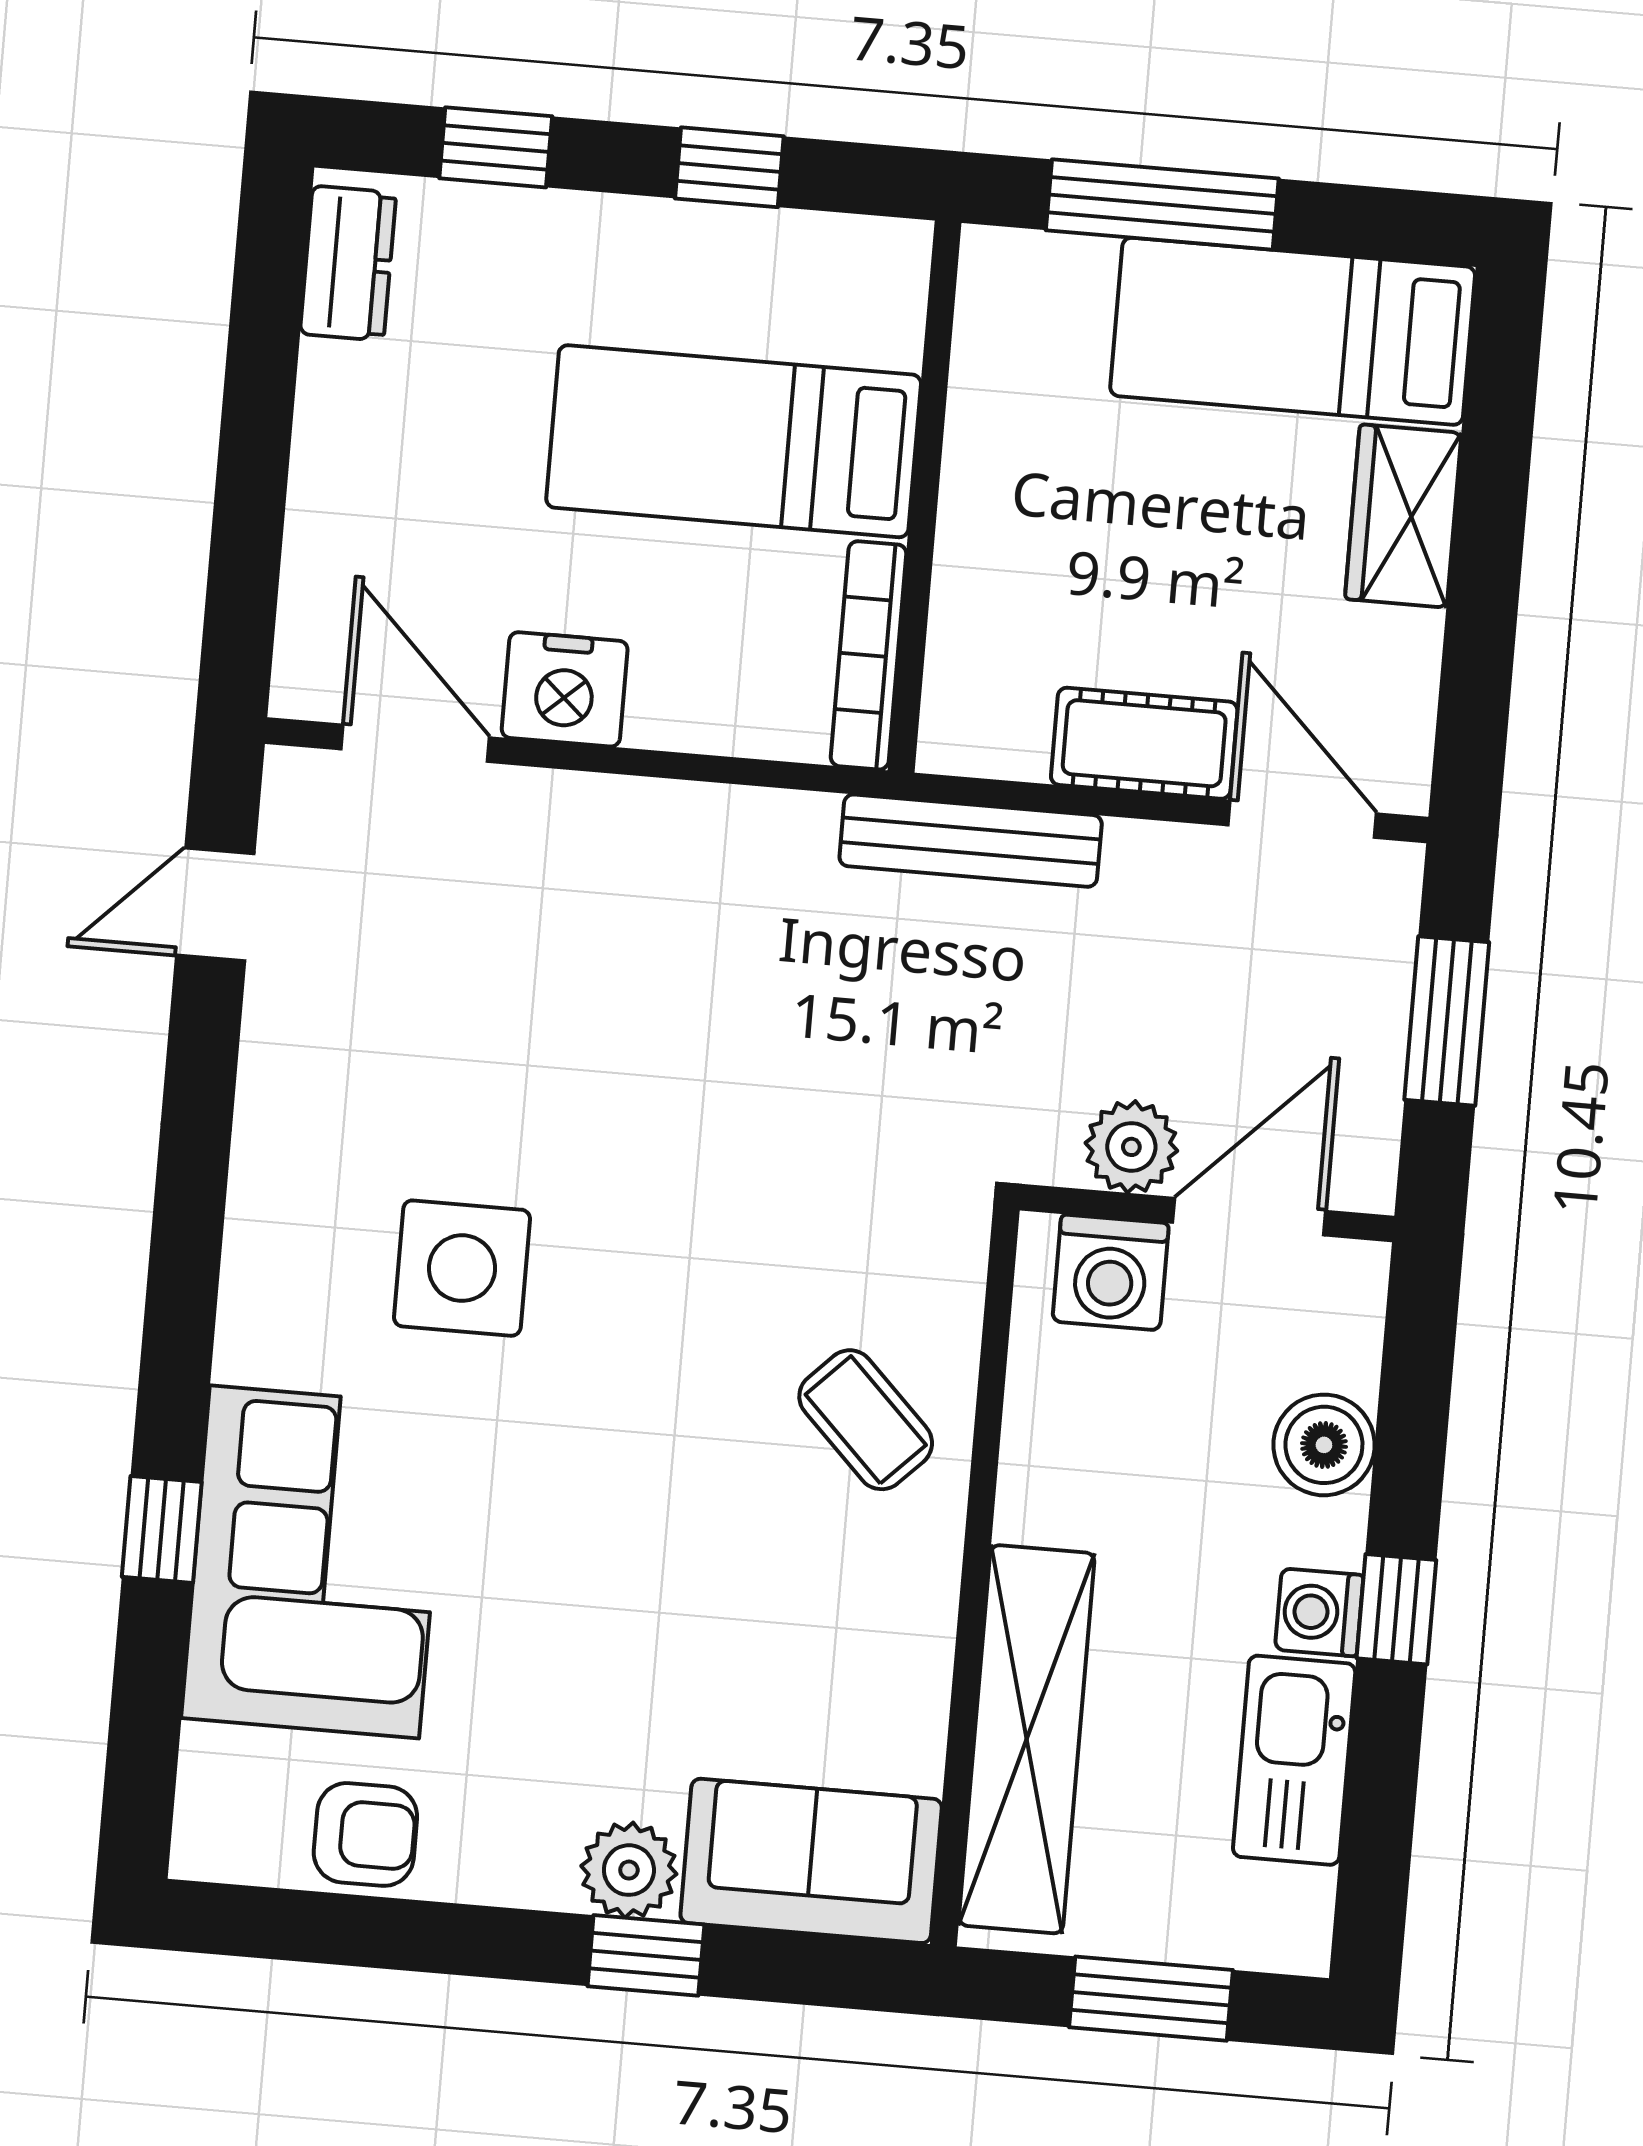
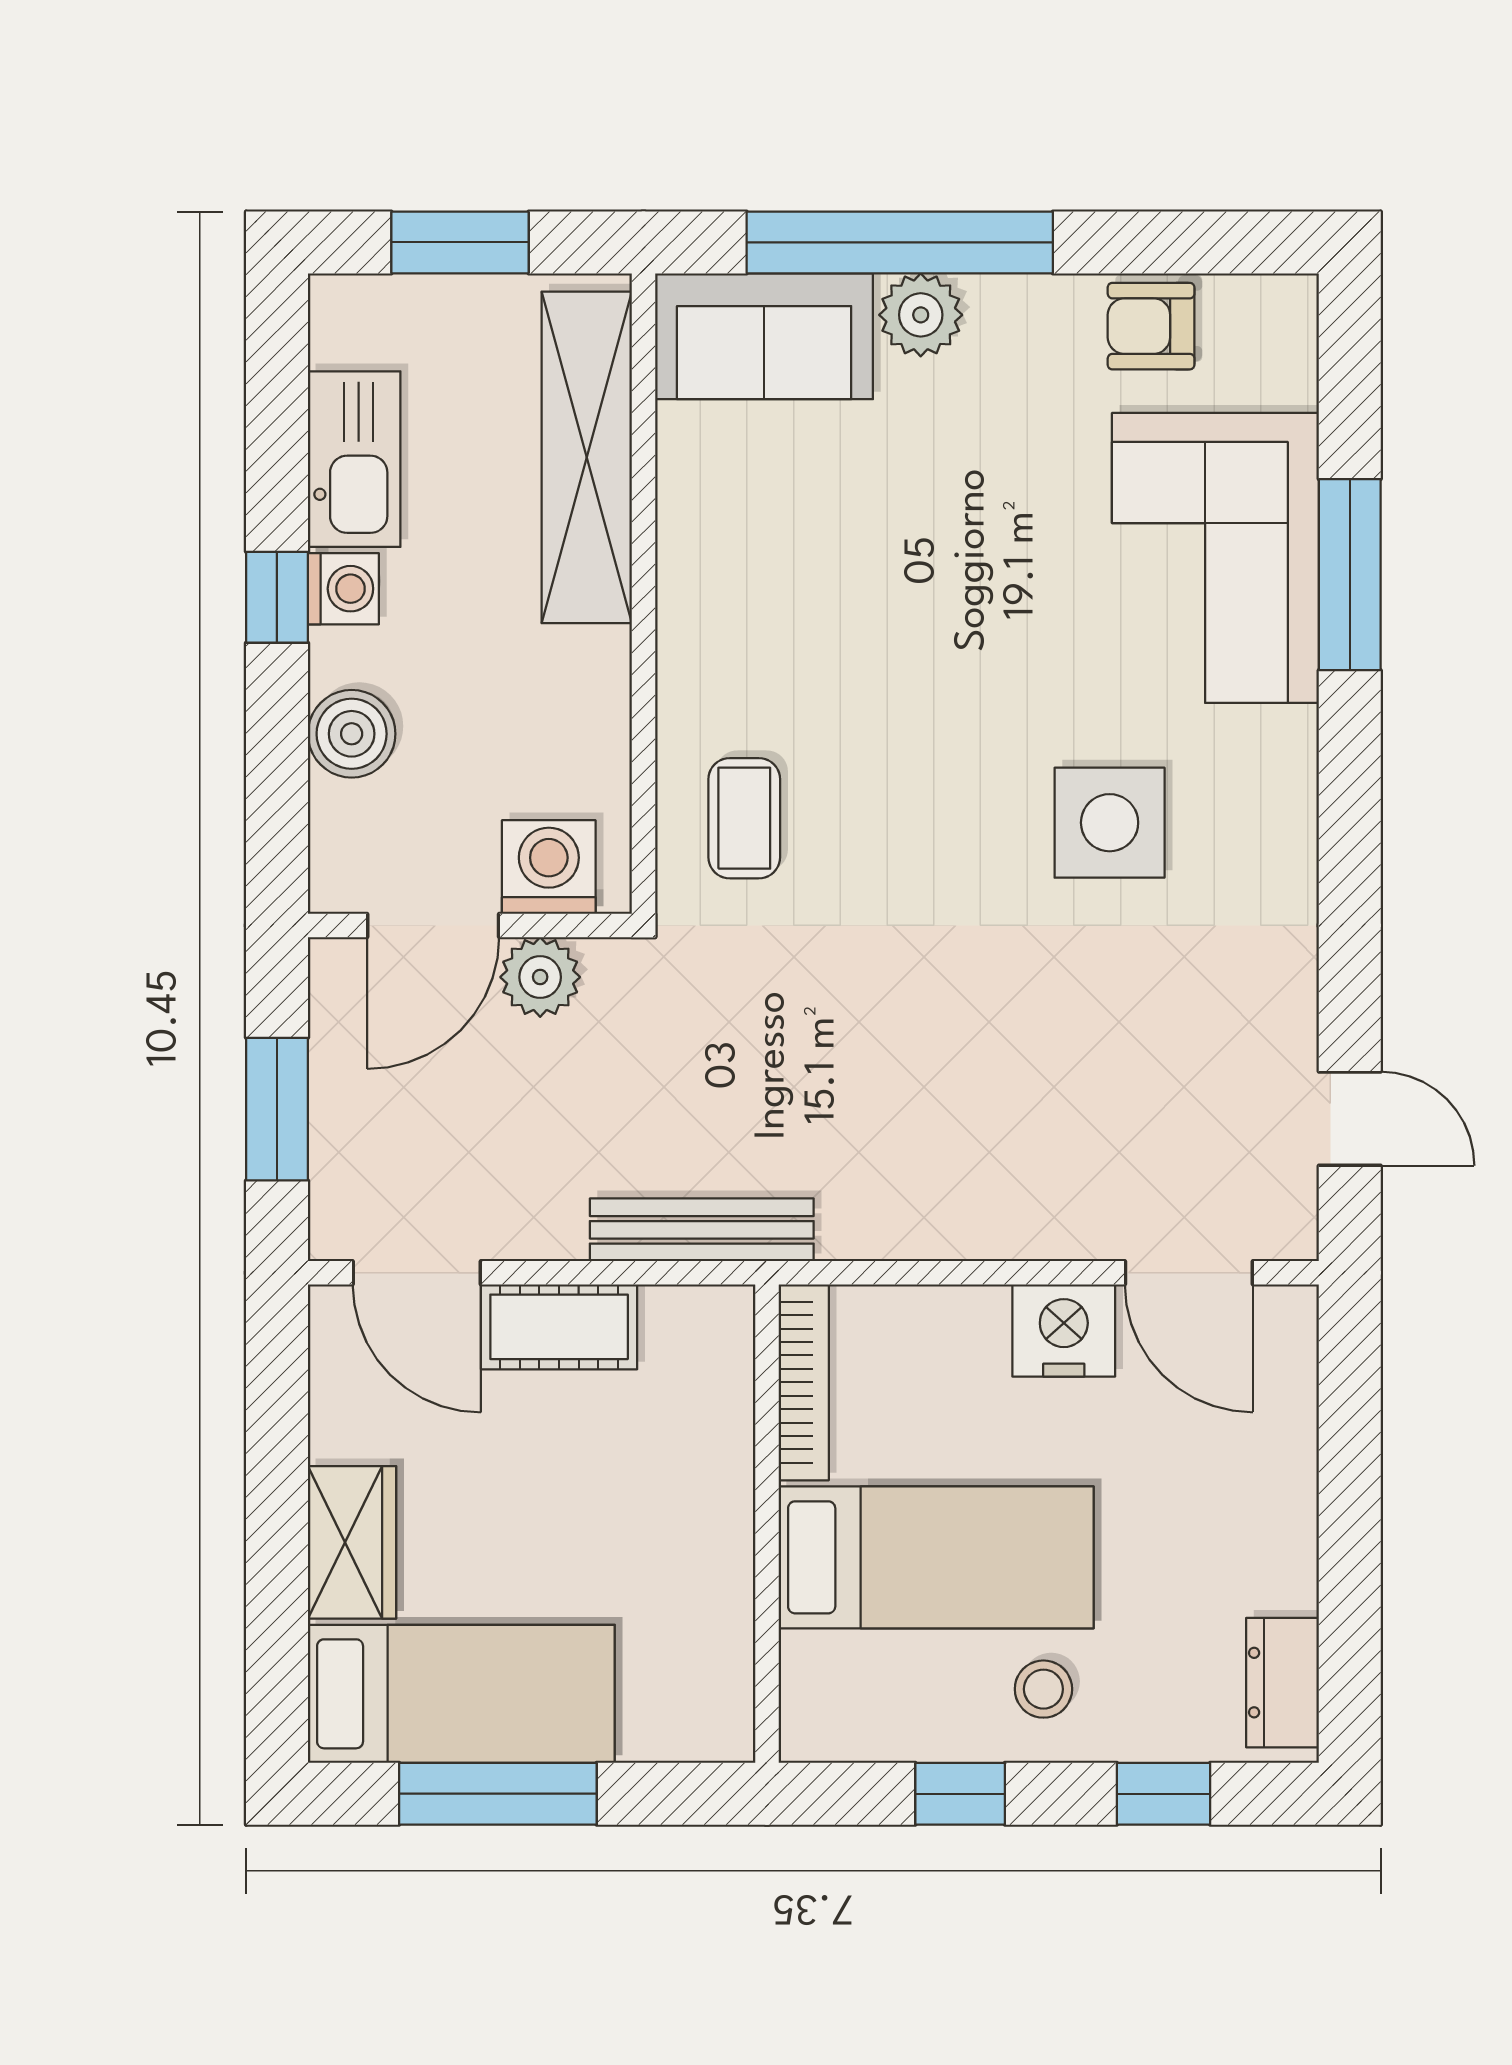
window: (1162, 204) -> (498, 1794), moved
stool: (623, 279) -> (1043, 1689), added
door: (215, 905) -> (1350, 1119), hinge flipped
coffee table: (866, 1420) -> (744, 818), moved, turned 45
window: (162, 1529) -> (1350, 575), width x2.17
window: (646, 1955) -> (900, 242), width x3.17

